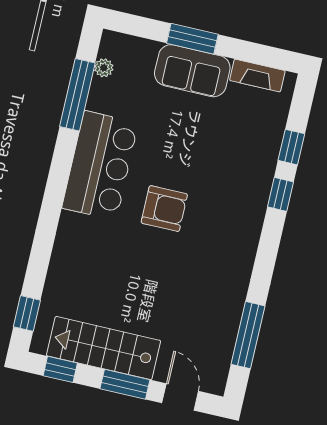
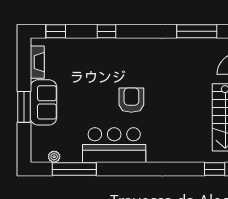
window: (291, 147) -> (56, 31), moved

